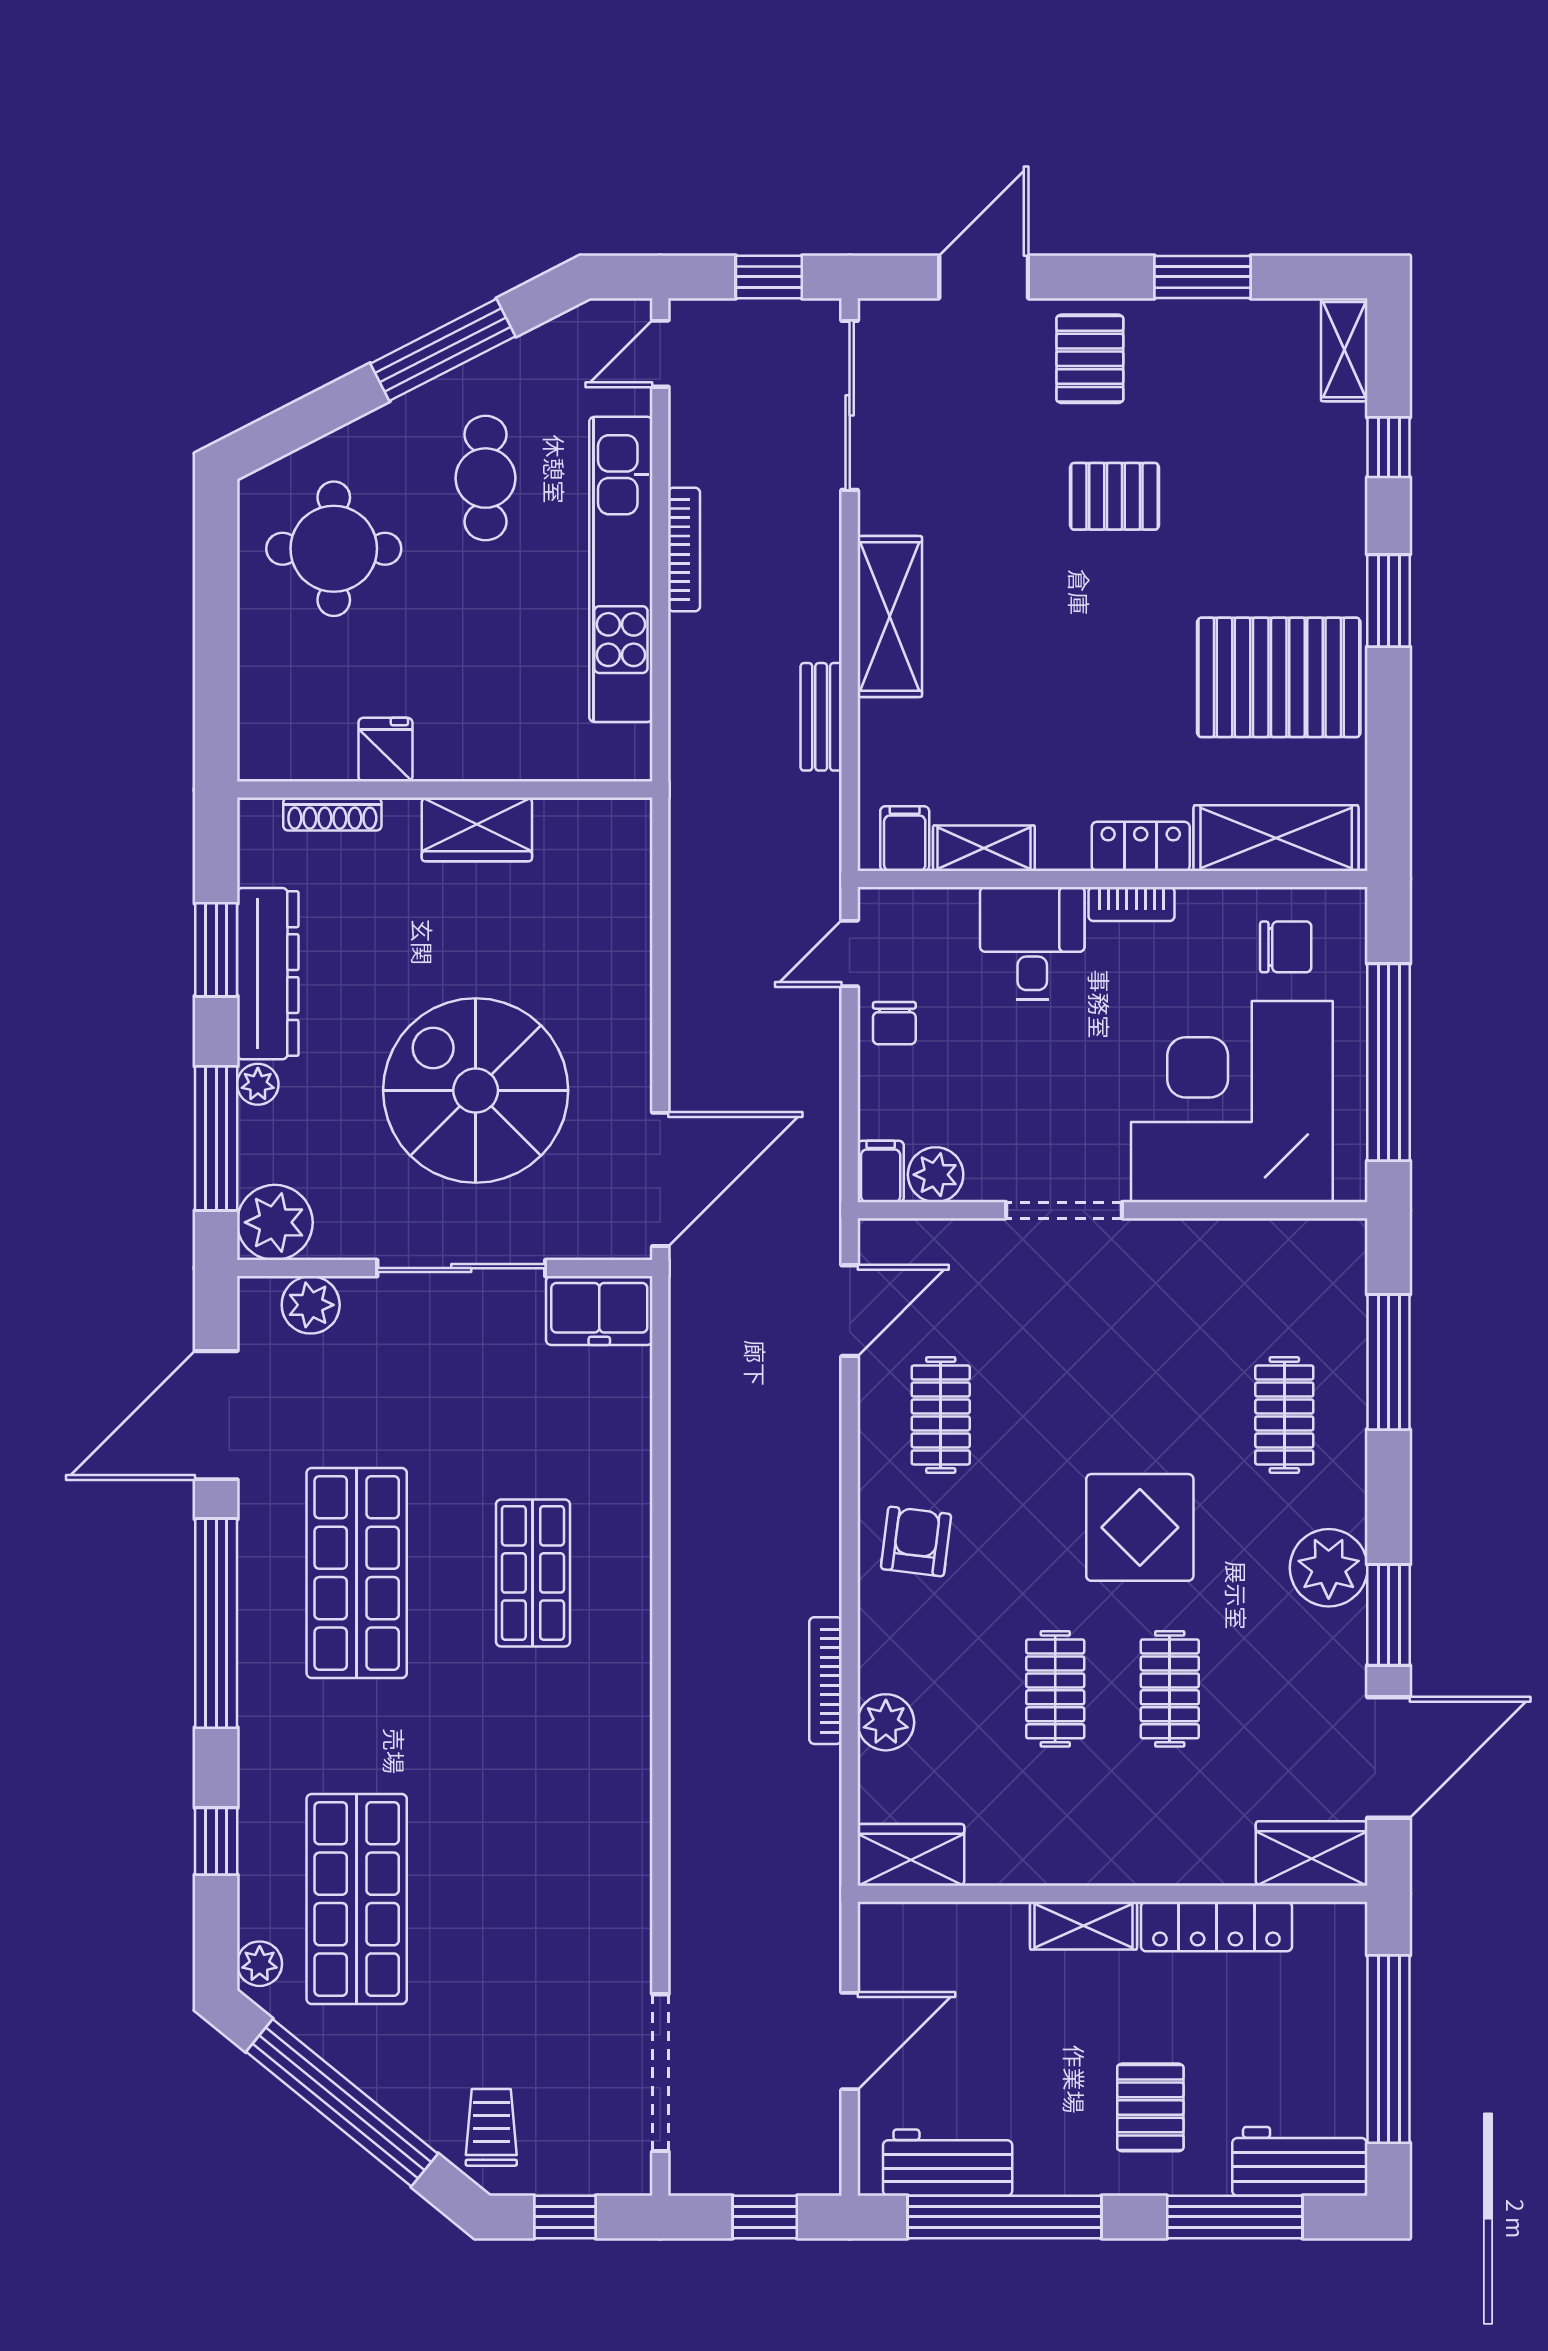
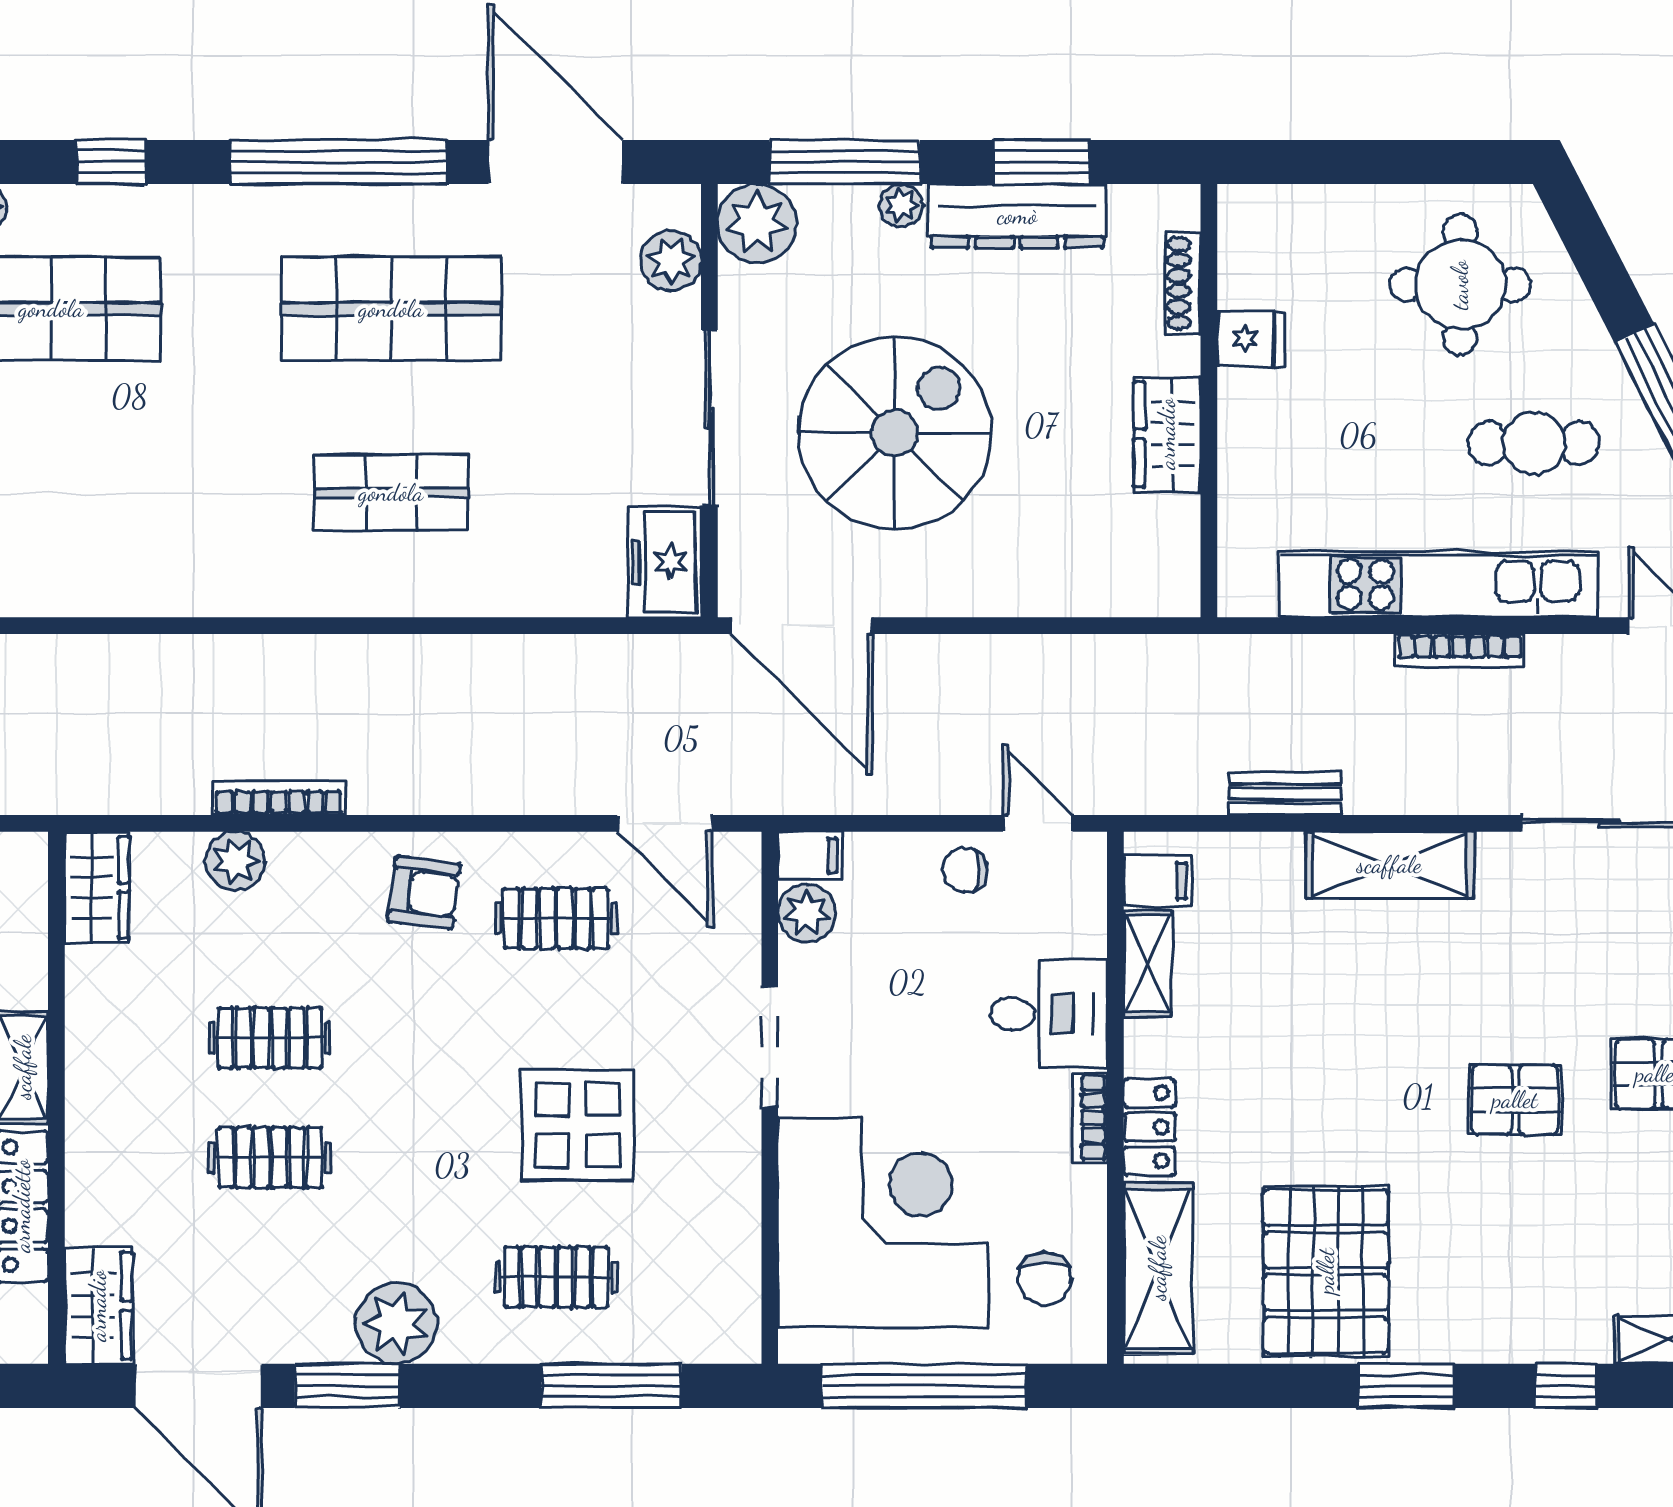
pallet: (1115, 496) -> (1515, 1100), turned 90
display table: (1140, 1527) -> (577, 1125), moved

